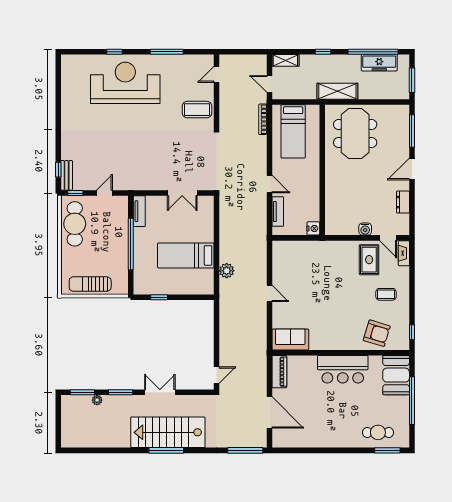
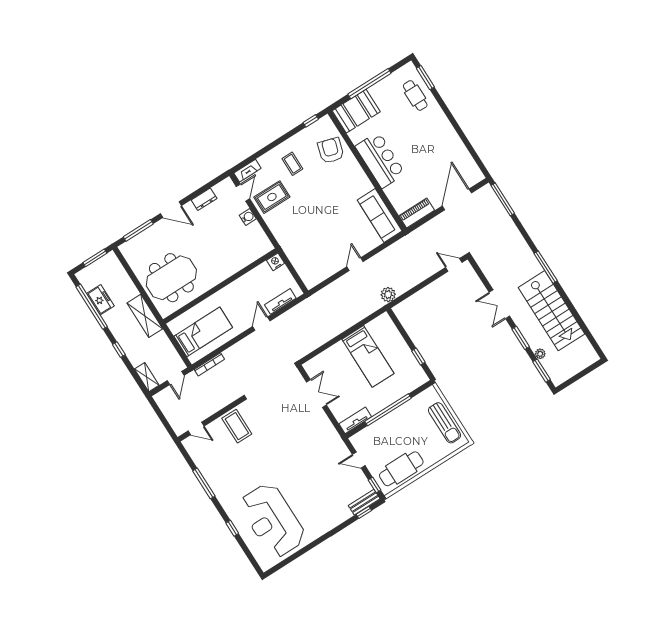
freezer: (379, 63) -> (100, 300), width x0.71
reception desk: (125, 83) -> (272, 520), moved
plant: (227, 271) -> (388, 295), moved
sofa: (290, 340) -> (380, 215), width x1.36
stairs: (168, 432) -> (552, 311), moved

